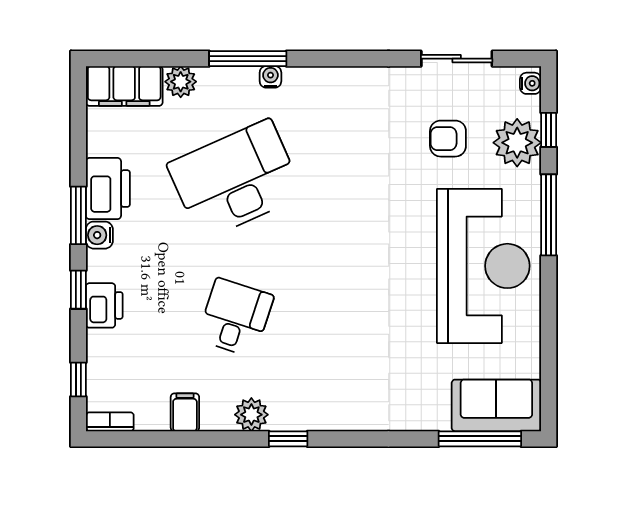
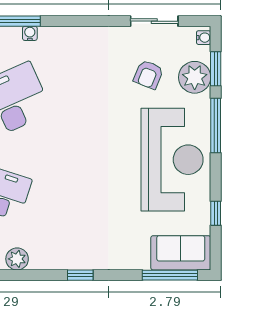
window: (549, 130) -> (216, 69), width x1.50
armchair: (448, 139) -> (148, 75), turned -68
window: (549, 346) -> (216, 213), added
window: (288, 439) -> (80, 275), moved

